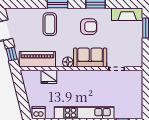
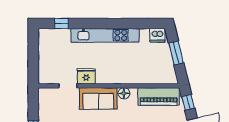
fridge: (49, 77) -> (86, 76), moved
window: (22, 97) -> (176, 53), added

